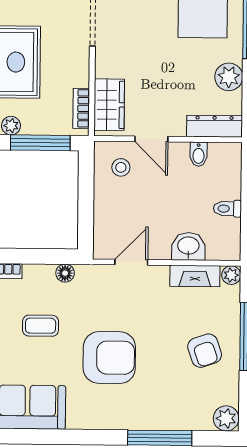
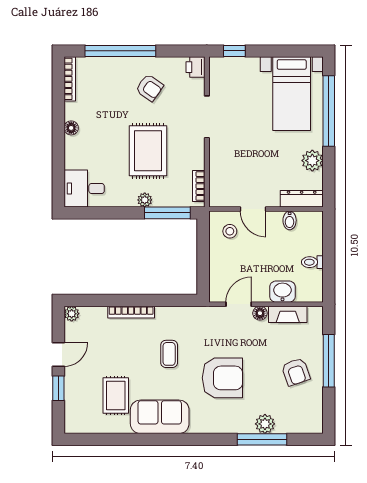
wardrobe: (109, 105) -> (220, 183), removed
floor lamp: (65, 273) -> (260, 313), moved
plant: (231, 275) -> (316, 313), removed
coffee table: (41, 326) -> (169, 354), turned 90
plant: (226, 418) -> (265, 424), moved

